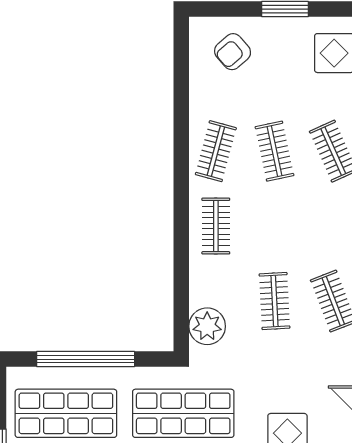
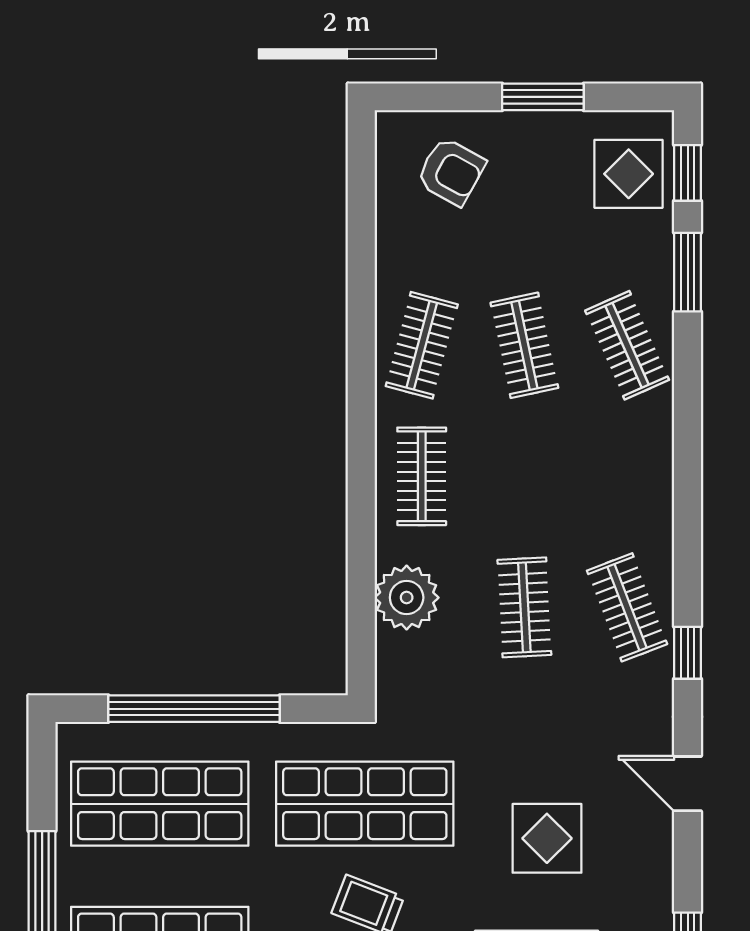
armchair: (233, 52) -> (451, 171), turned -110
plant: (207, 326) -> (407, 598), moved

